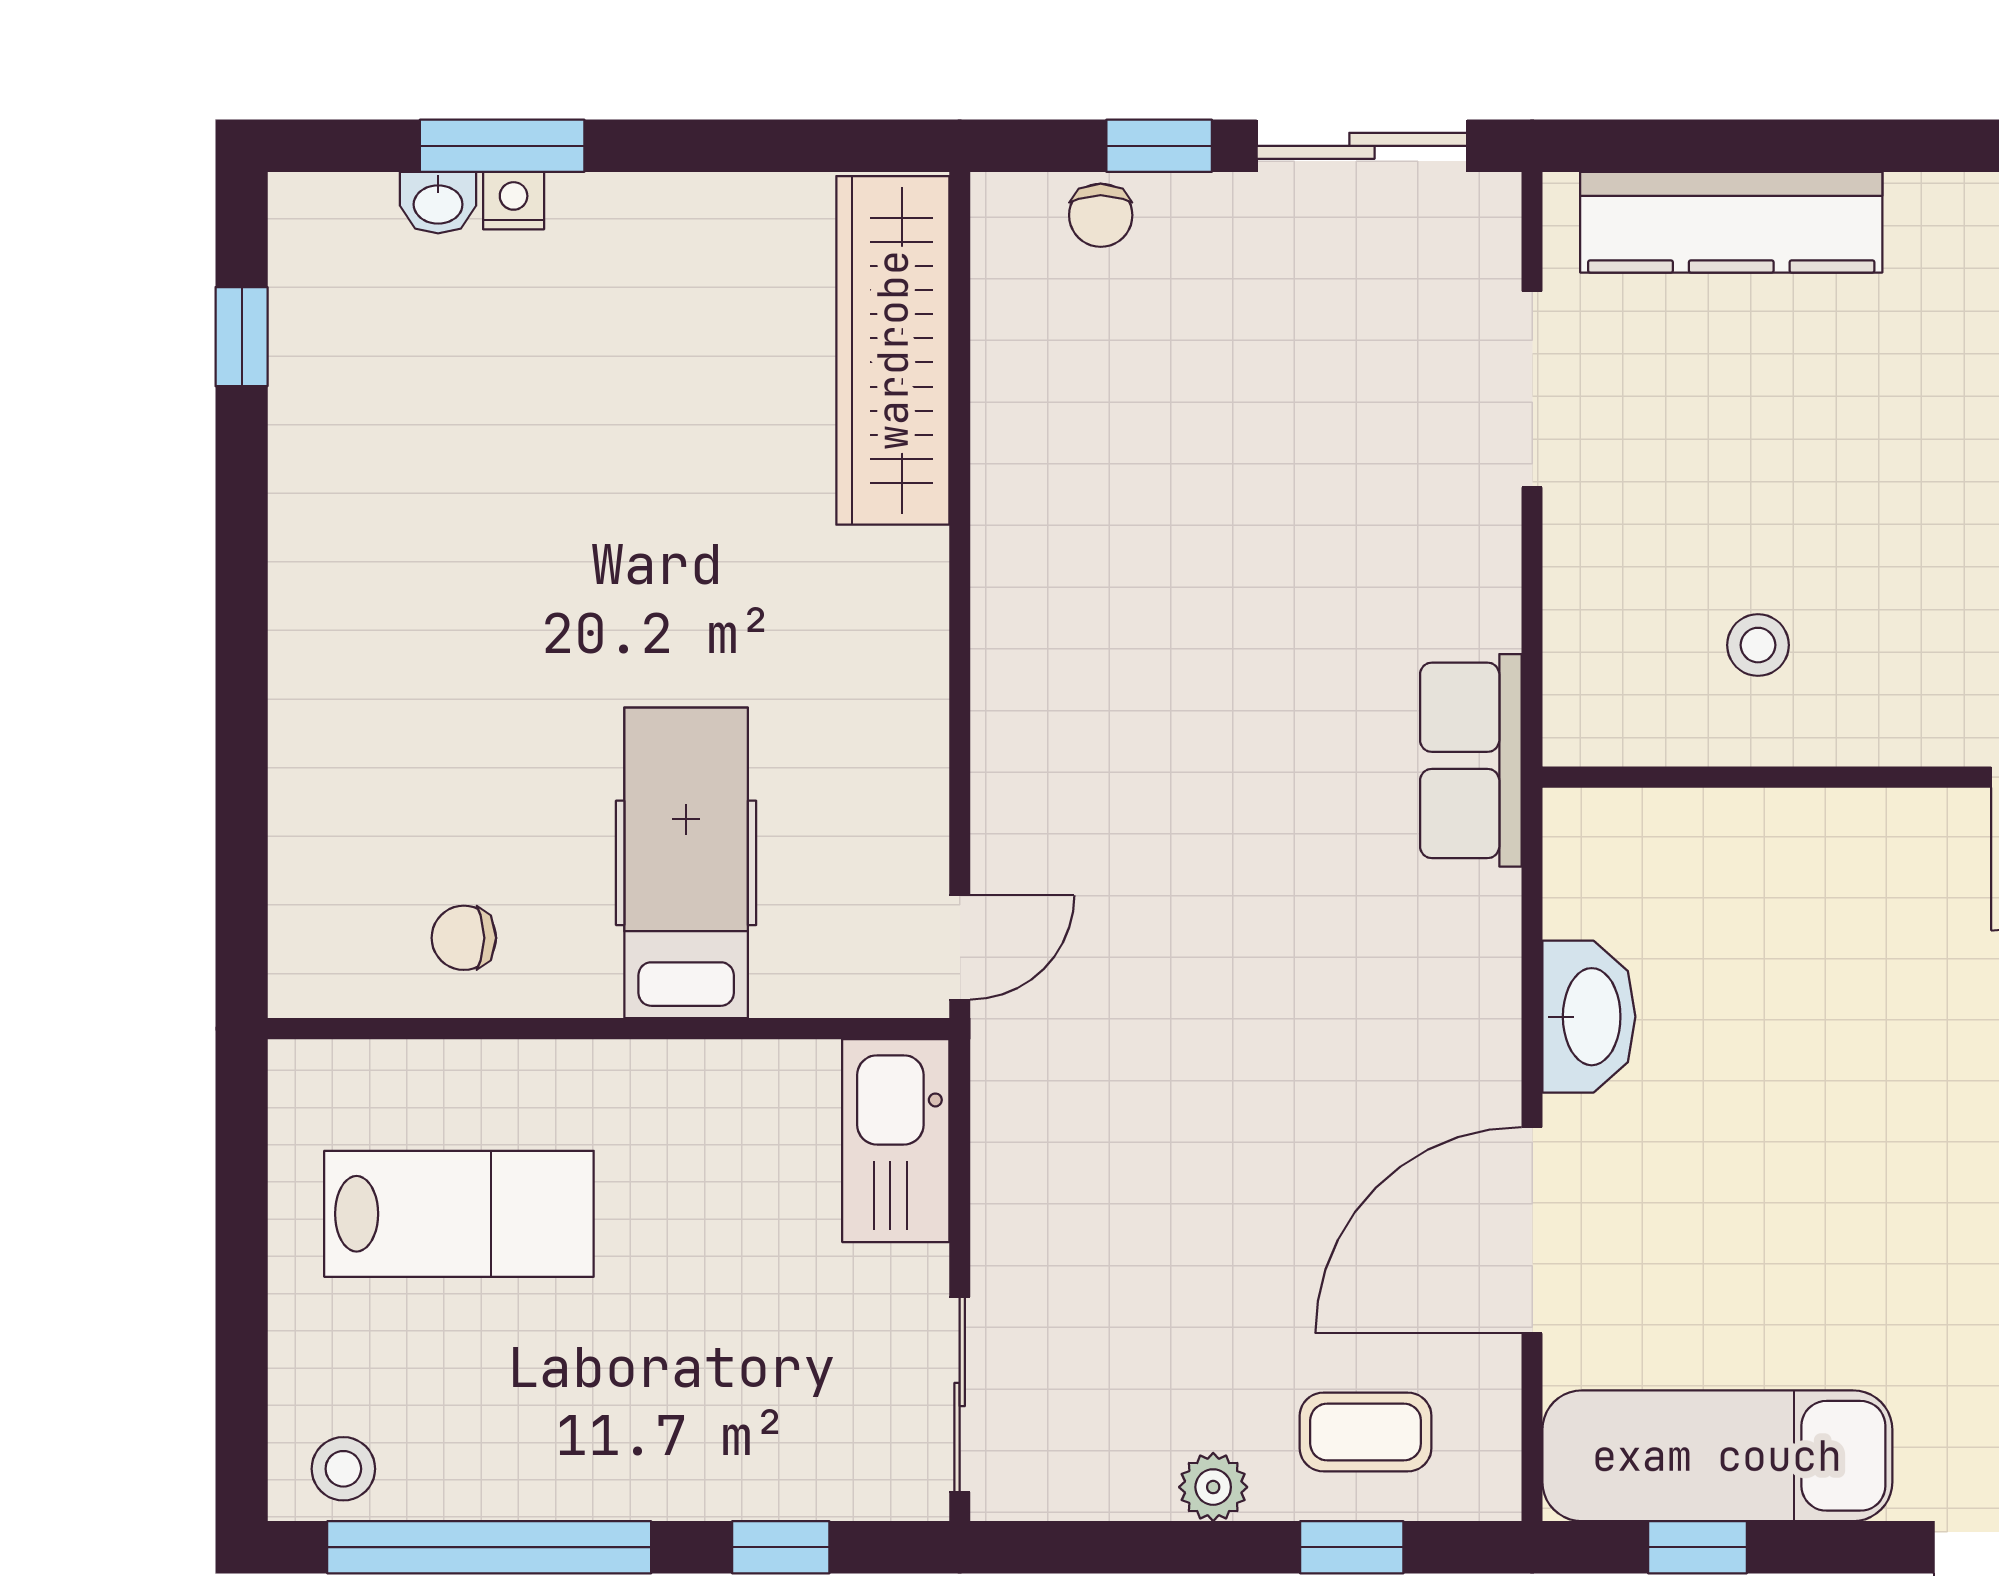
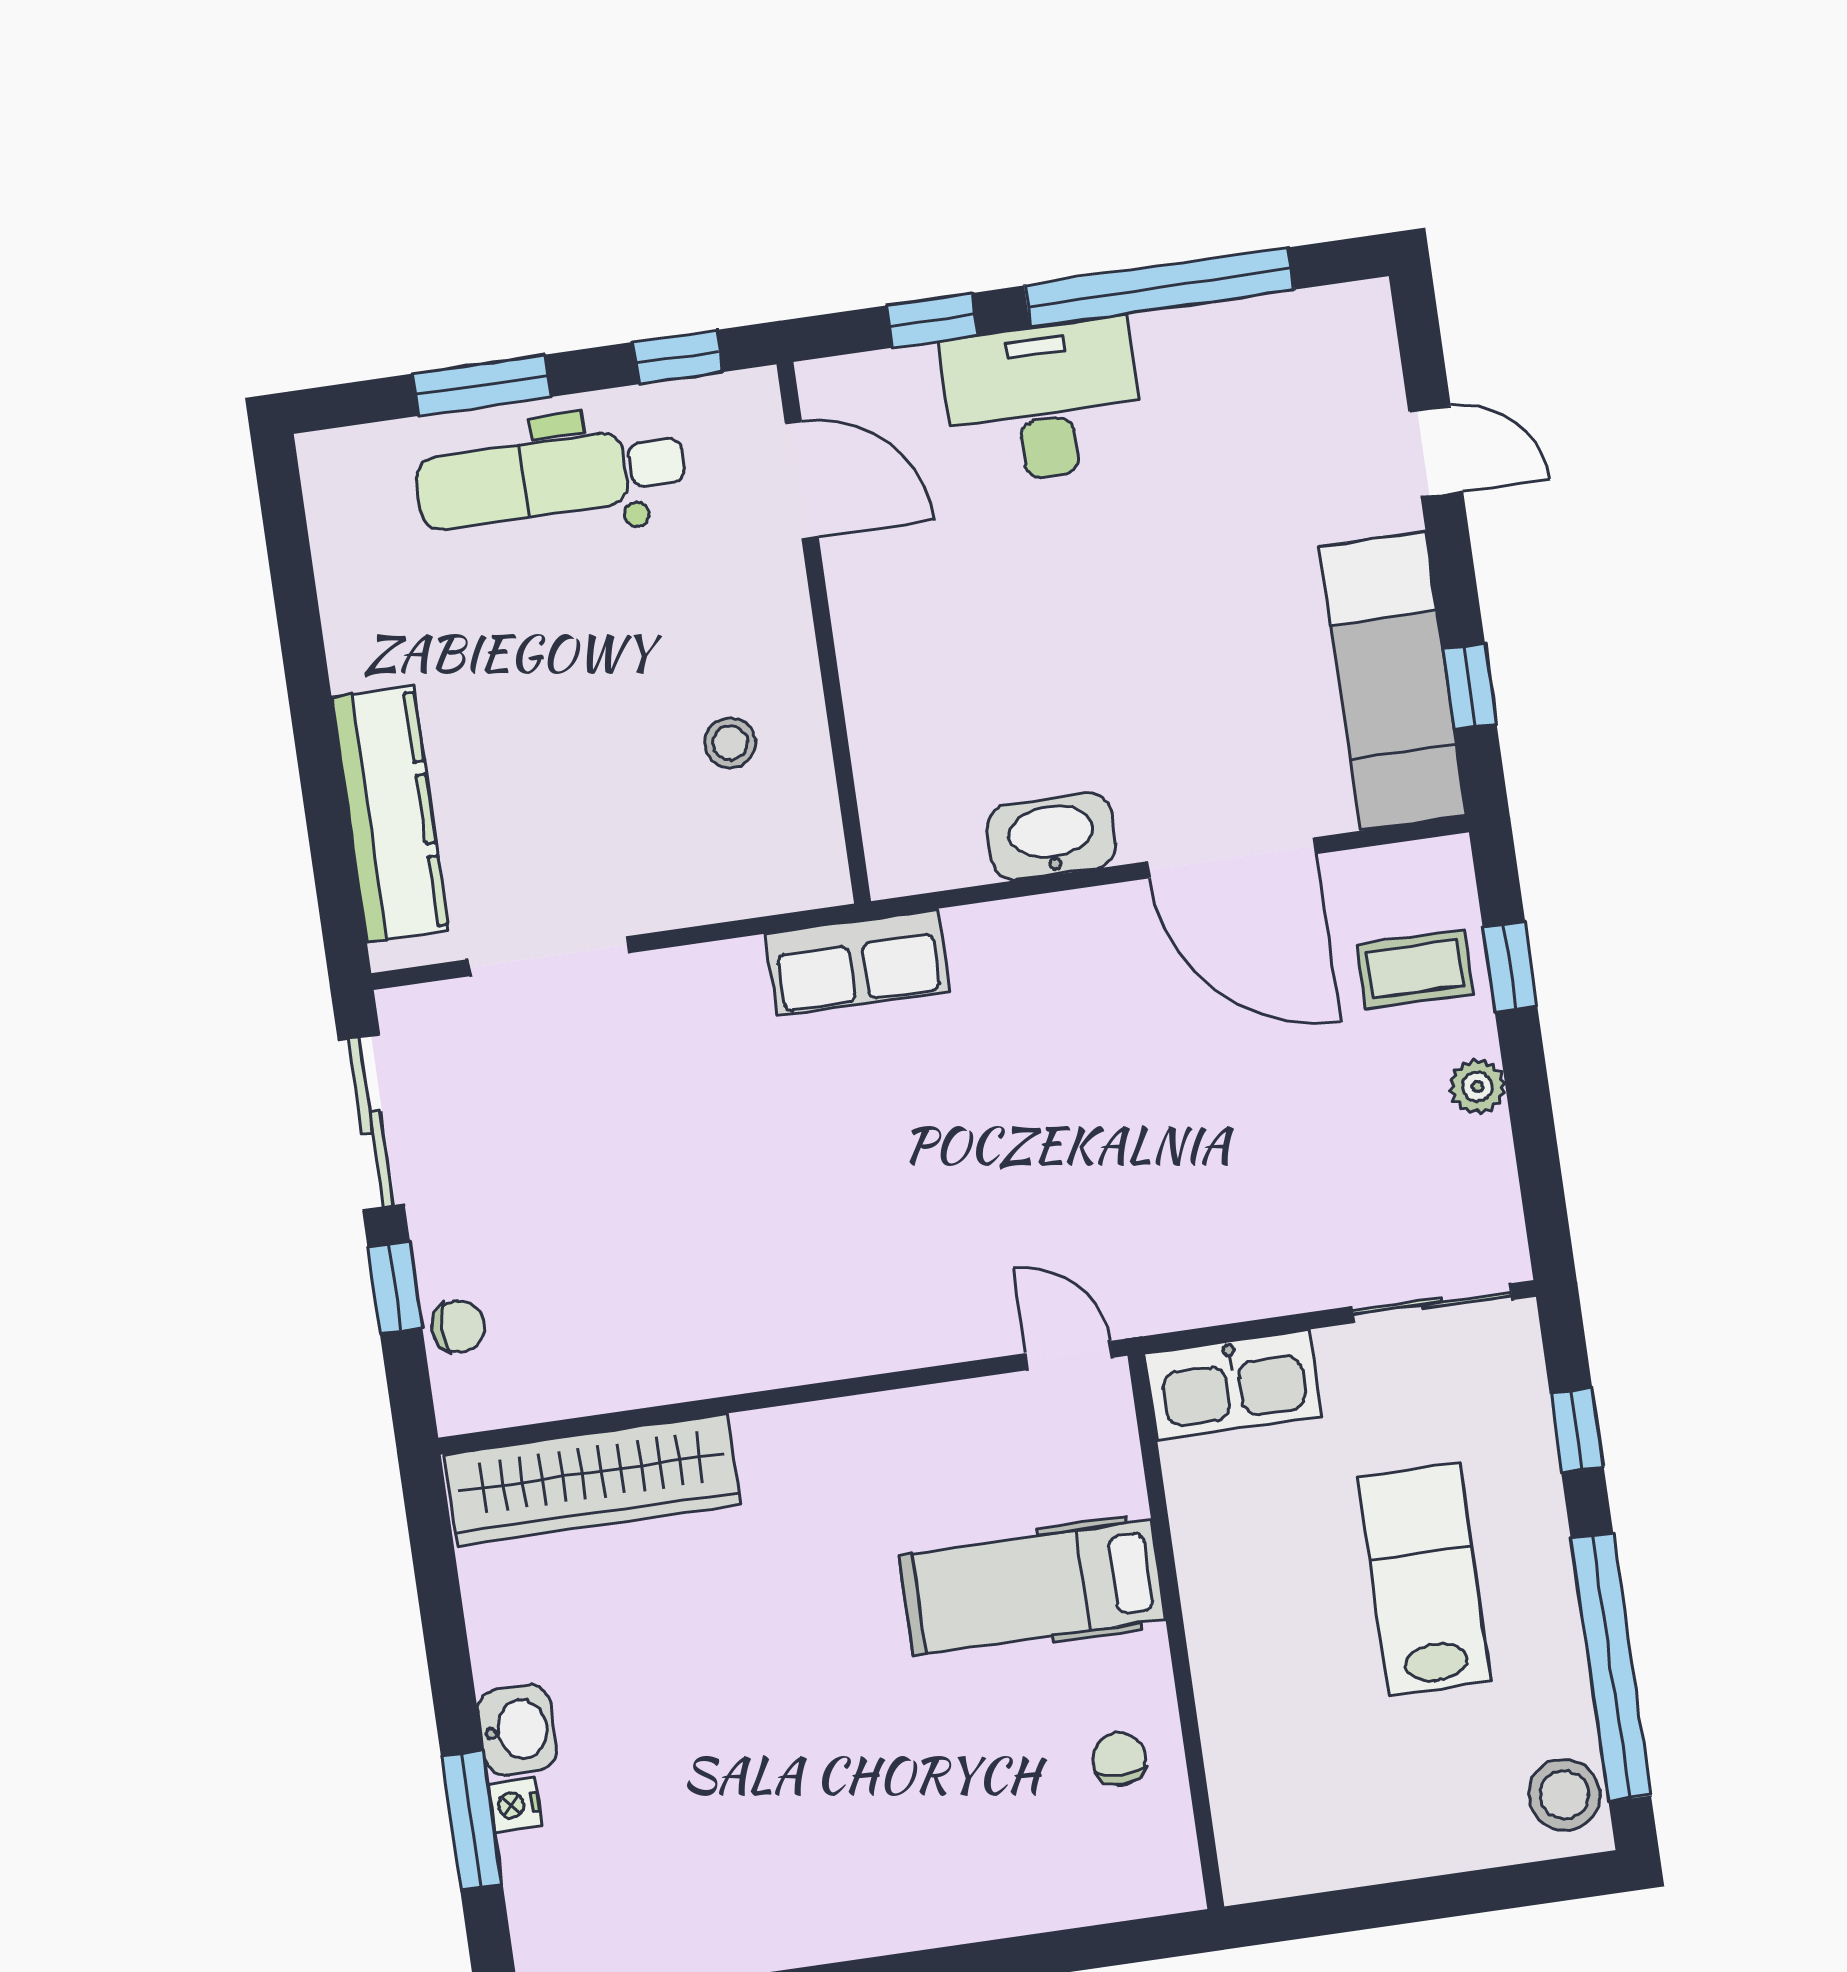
washbasin: (438, 203) -> (517, 1730), moved, width x1.38, depth x1.45
chair: (464, 938) -> (1119, 1759), turned 180
lab bench: (459, 1214) -> (1424, 1579), moved
coffee table: (1366, 1432) -> (1415, 969), turned 90
stool: (343, 1469) -> (1564, 1795), width x1.37, depth x1.37

